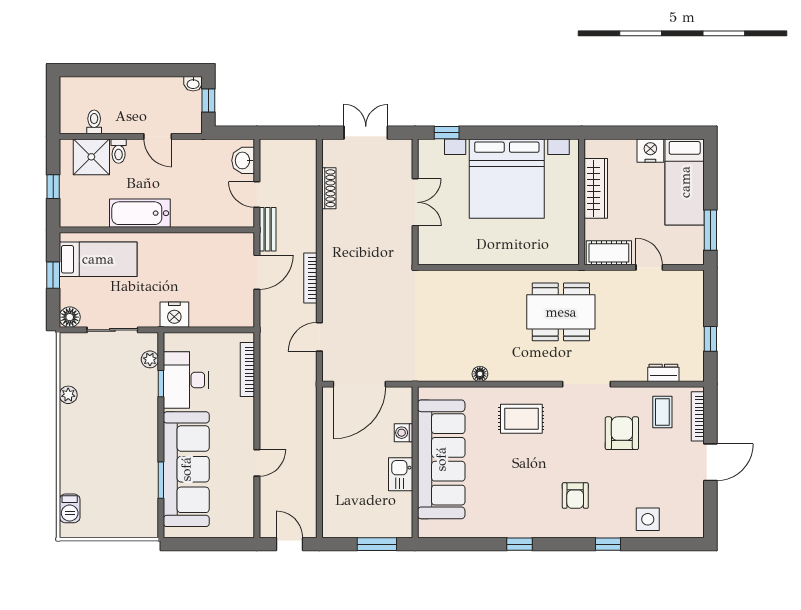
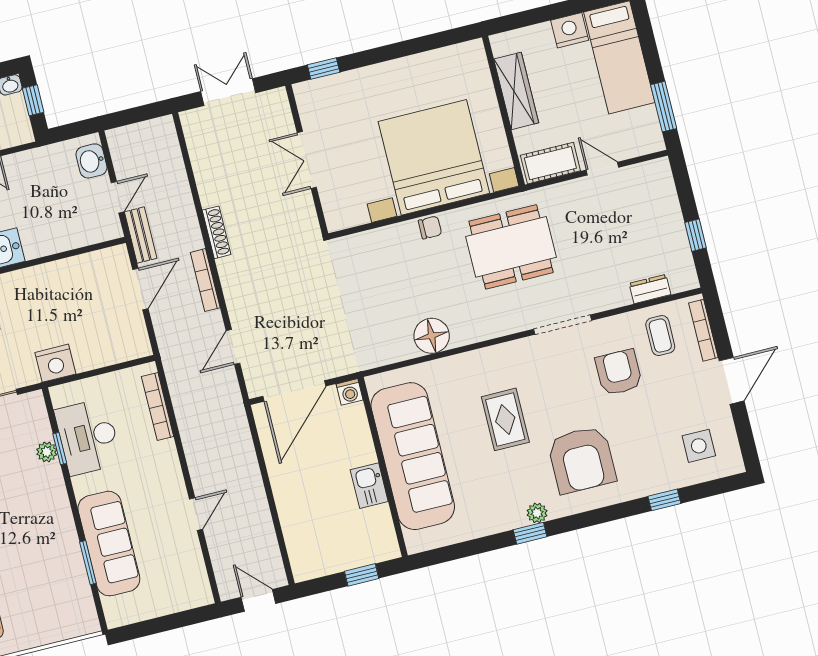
bed with nightstands: (507, 179) -> (434, 157), moved, turned 180
shoe rack: (329, 188) -> (217, 232), moved
door: (257, 195) -> (118, 197), swing flipped
double door: (415, 202) -> (307, 160), swing flipped
chair: (500, 280) -> (430, 227), added
plant: (150, 359) -> (47, 452), moved
floor lamp: (480, 374) -> (432, 336), width x1.89, depth x1.89
rug: (521, 419) -> (505, 419), moved, turned 90
washing machine: (403, 433) -> (350, 392), moved, turned -90
sofa: (186, 469) -> (109, 544), width x0.74, depth x0.79
armchair: (575, 496) -> (582, 460), width x1.88, depth x1.88
side table: (648, 519) -> (699, 446), moved
plant: (529, 529) -> (537, 513), added
window: (377, 544) -> (362, 575), width x0.67
window: (608, 544) -> (664, 500), moved

